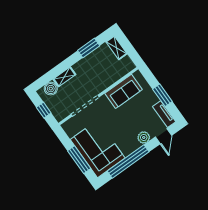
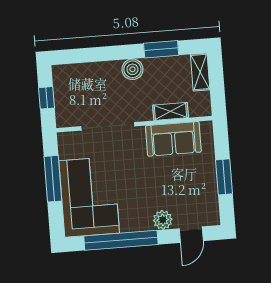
shelving: (64, 77) -> (171, 111), moved
boiler: (51, 89) -> (132, 69), moved
tv unit: (164, 114) -> (211, 204), removed
window: (79, 160) -> (53, 179), moved

